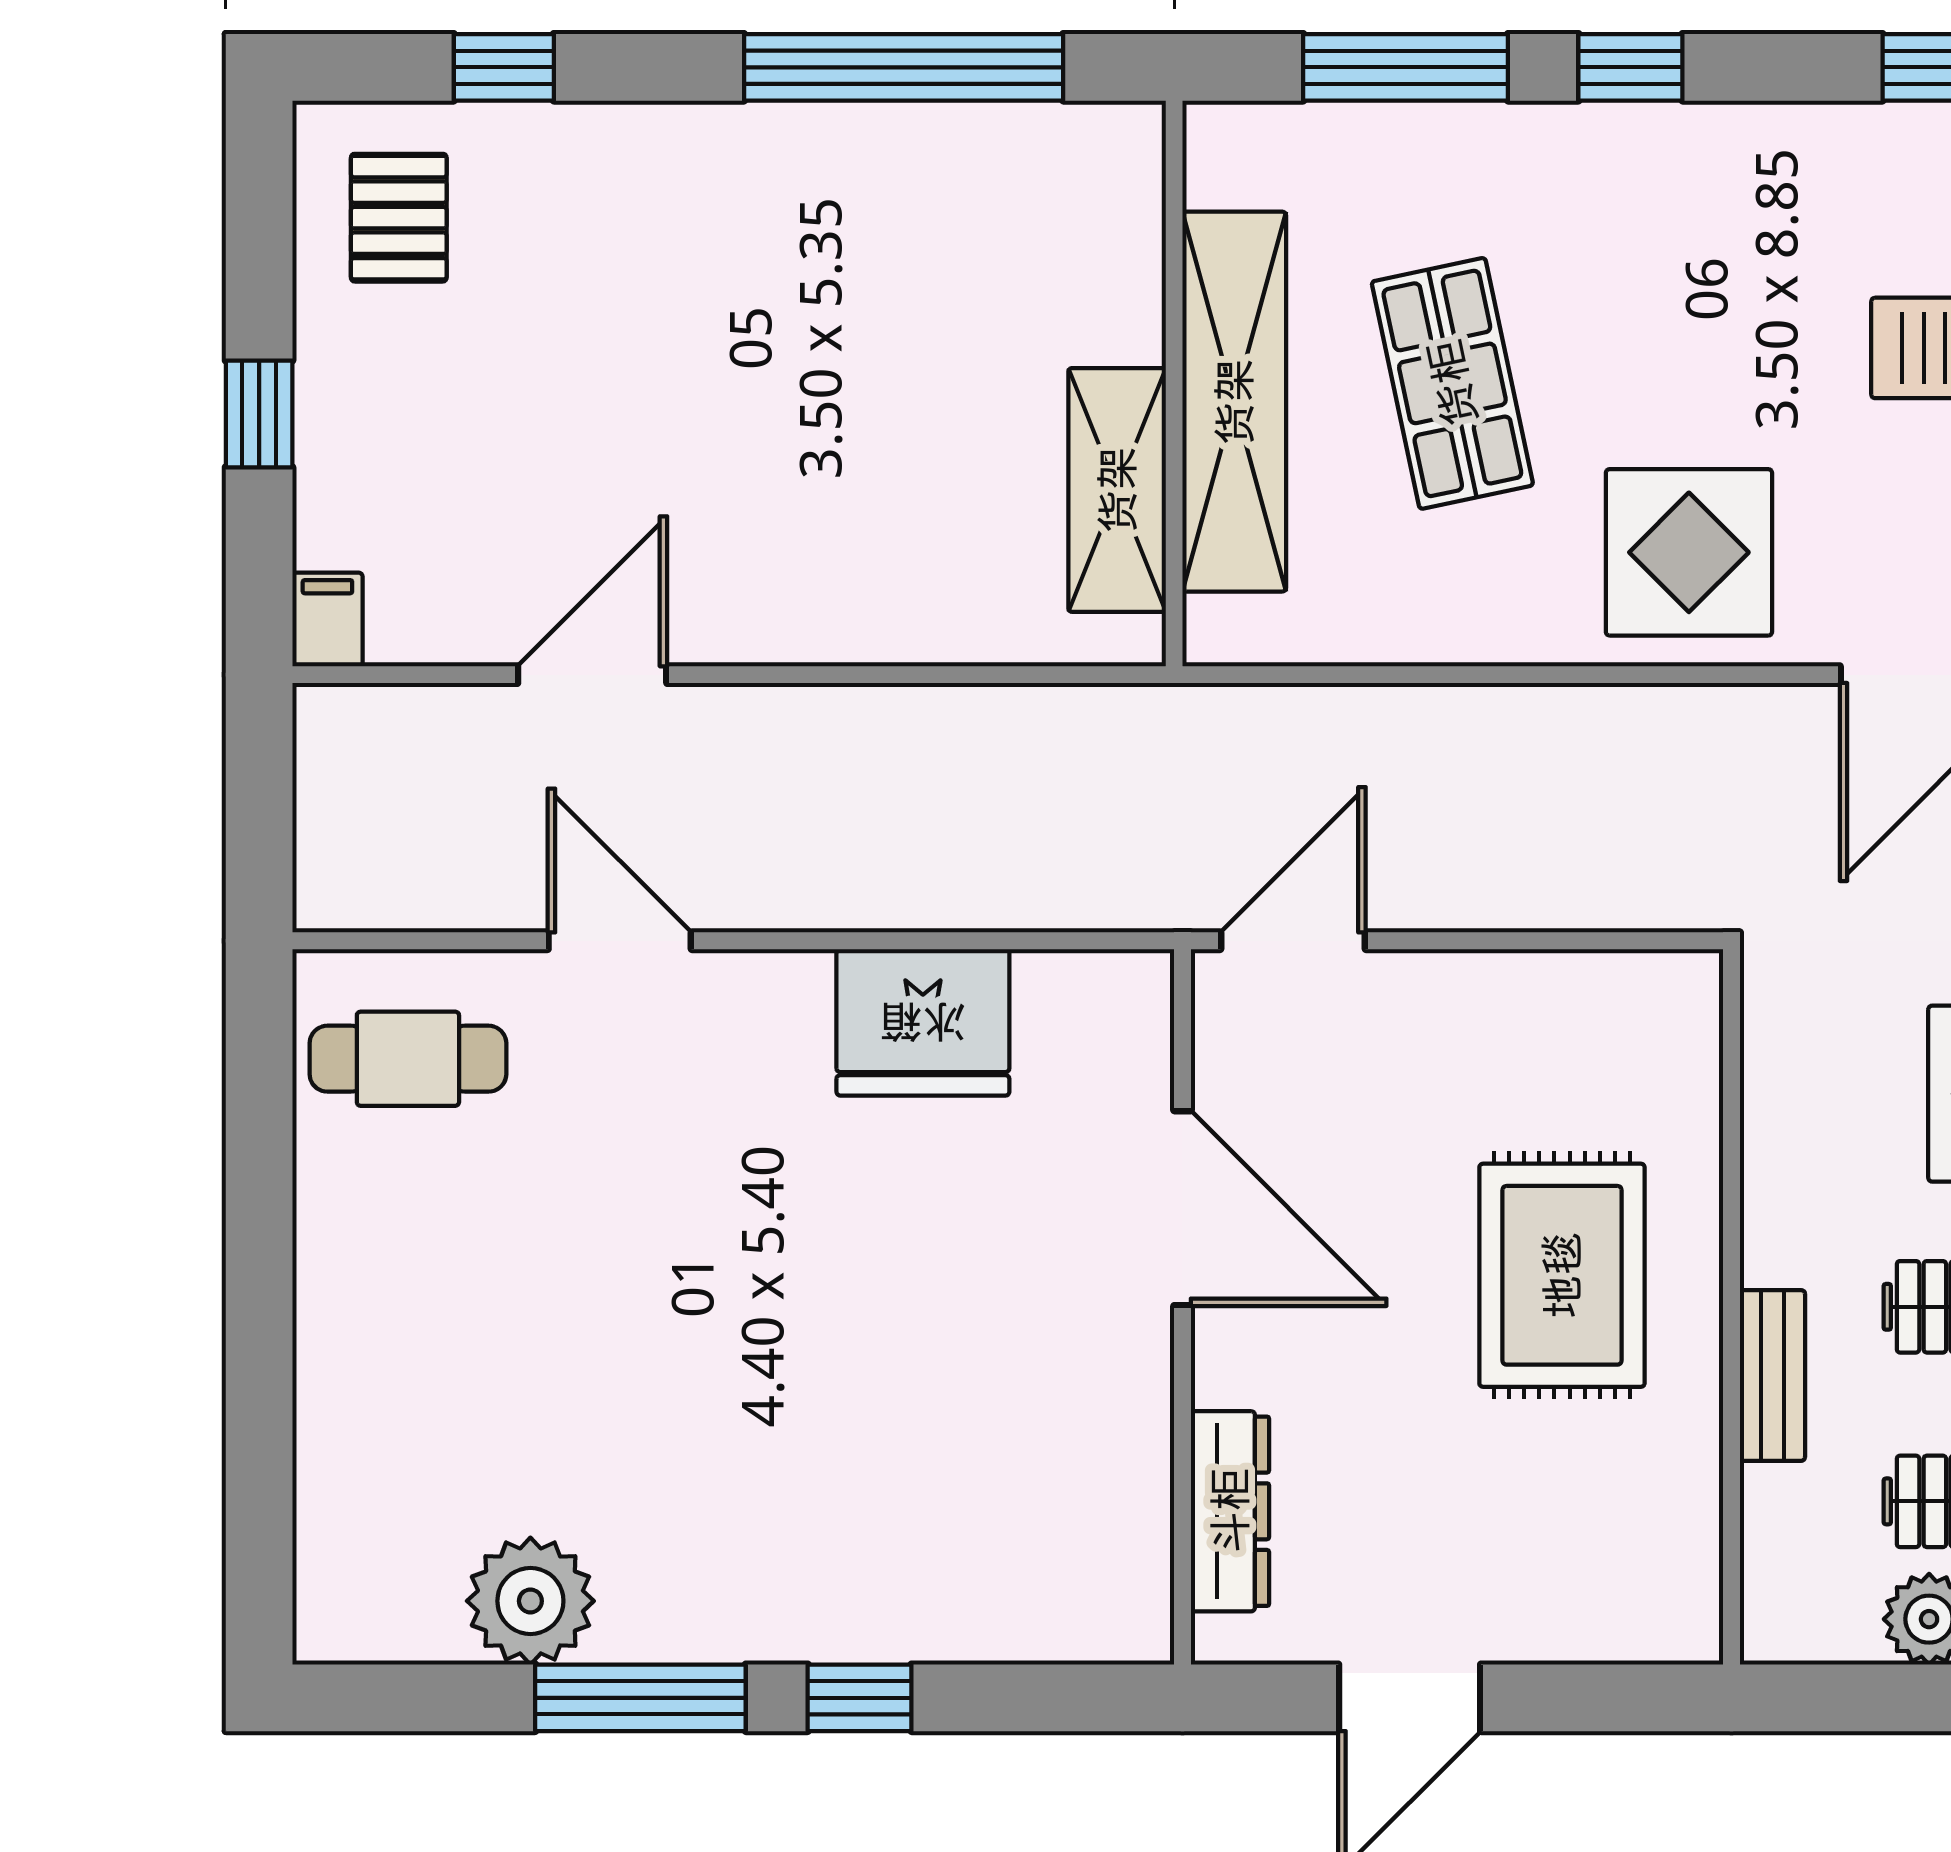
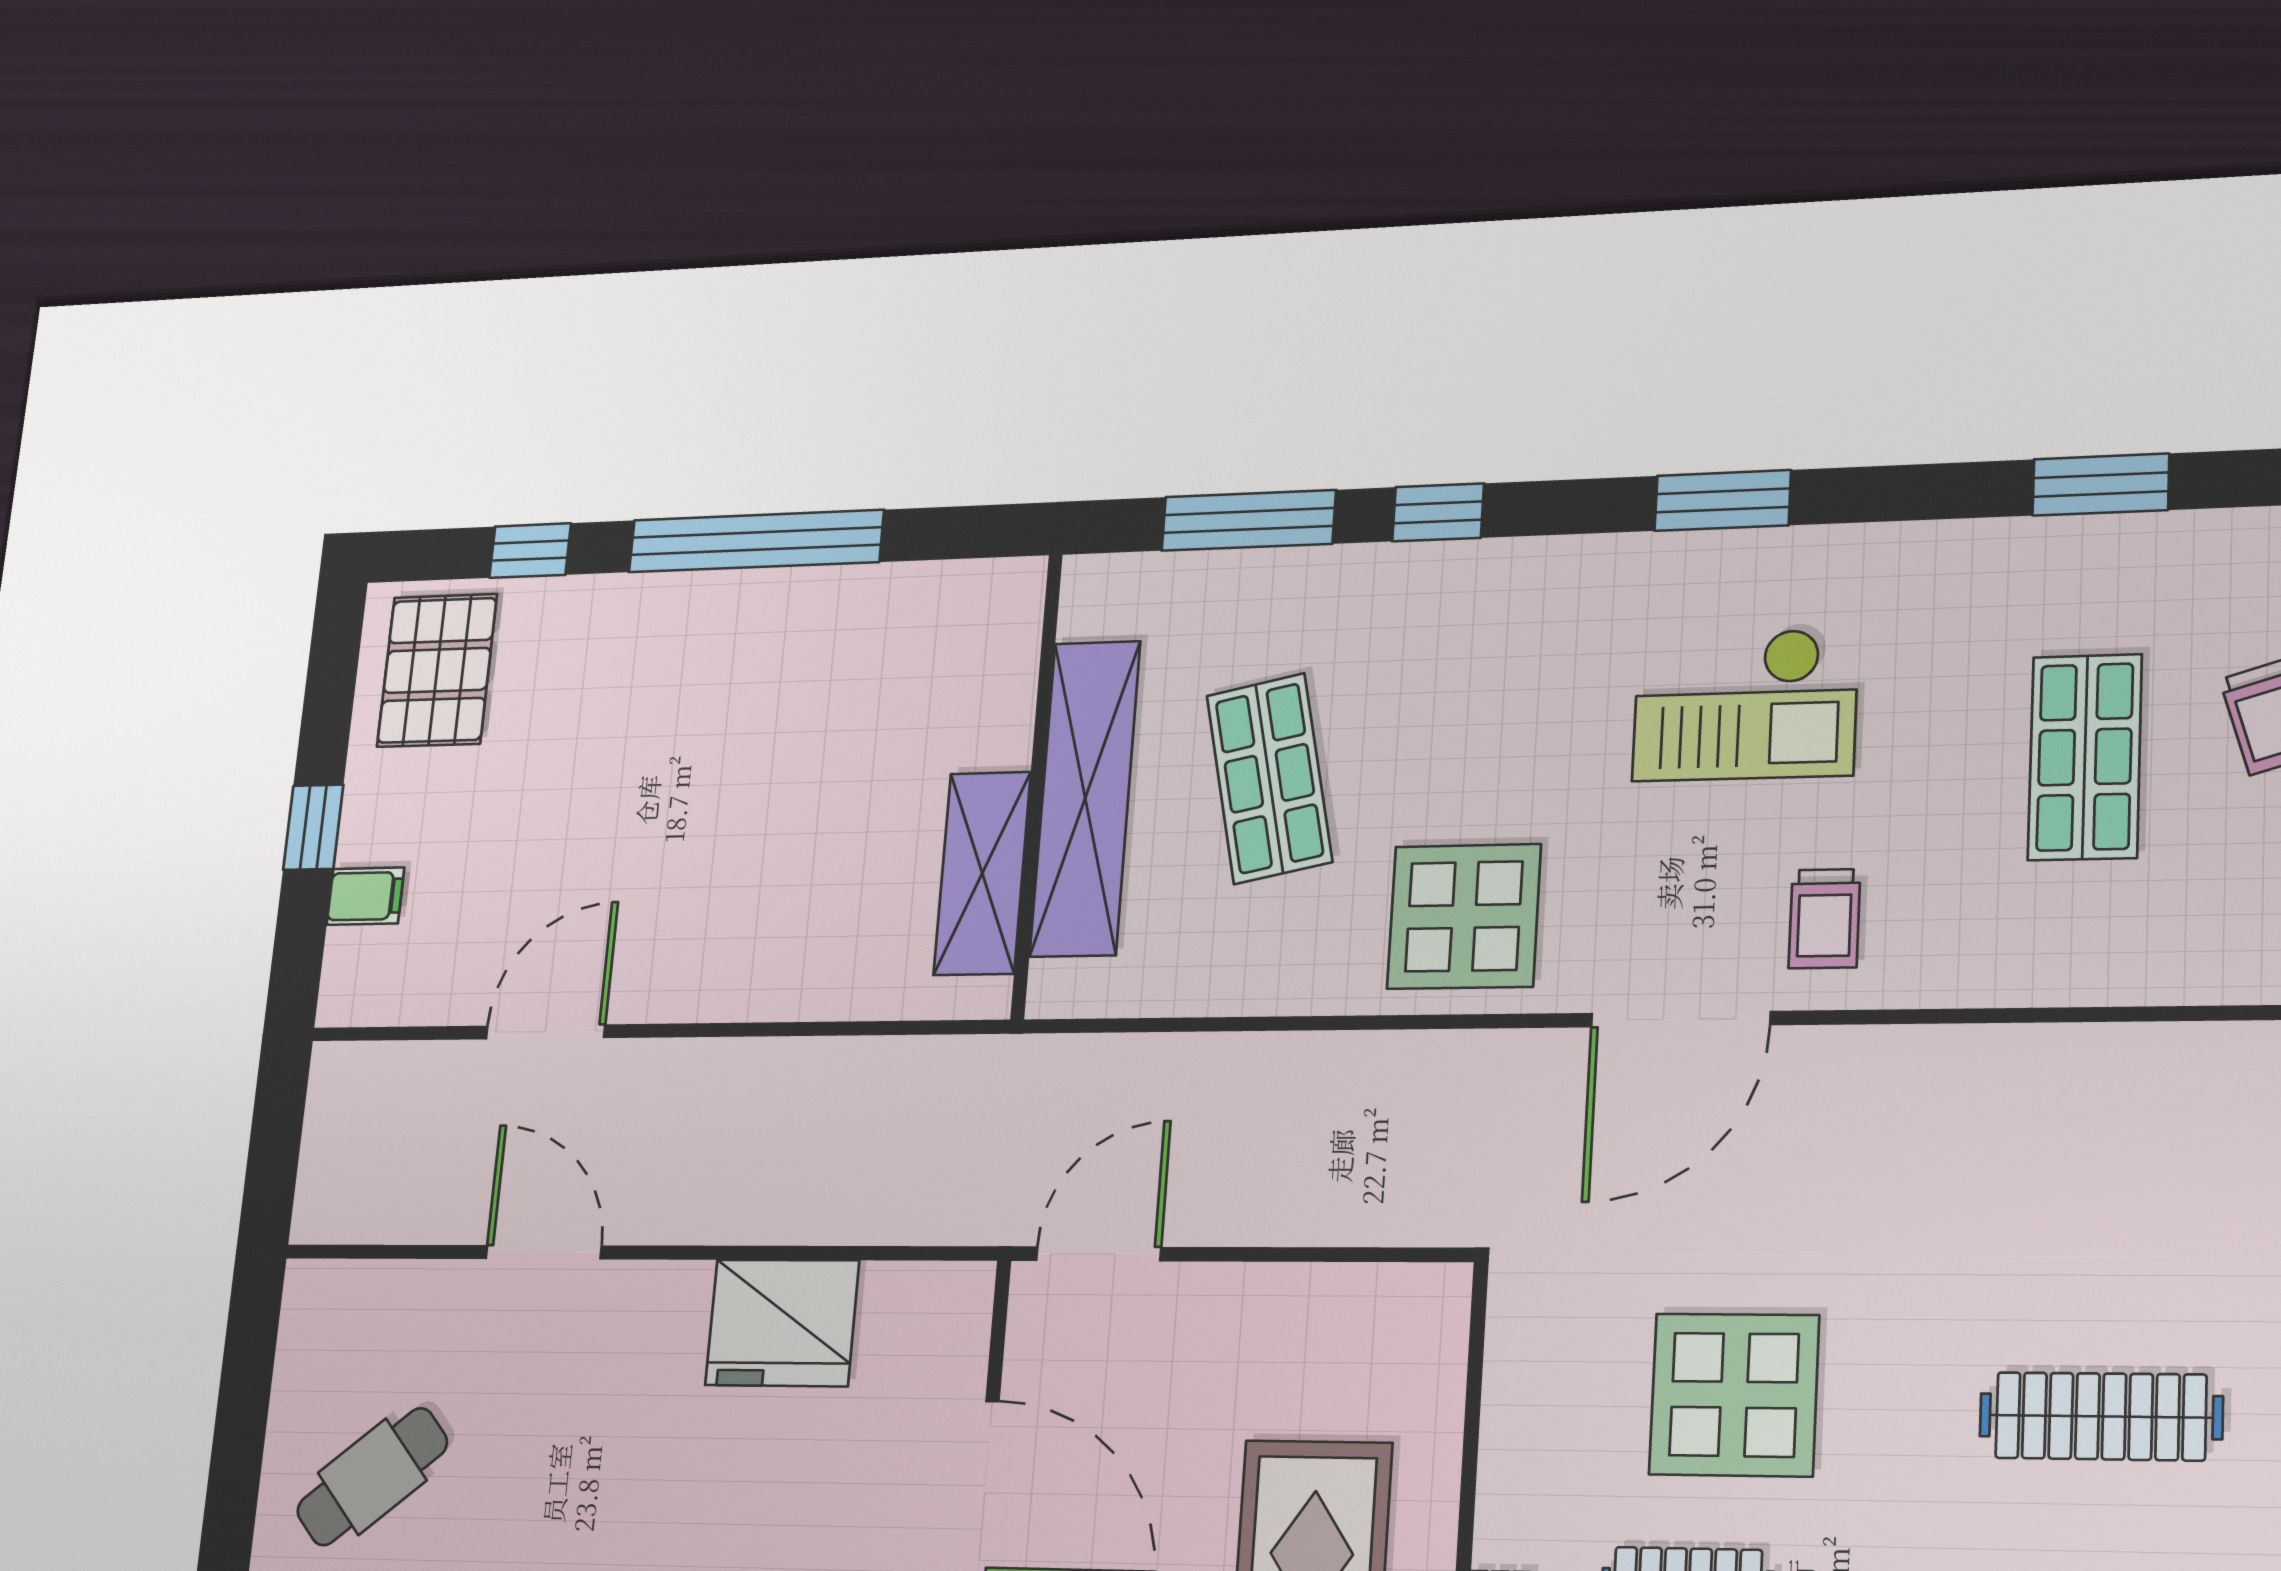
window: (904, 67) -> (756, 541), moved
pallet: (399, 218) -> (437, 670), width x1.50, depth x1.42
filing cabinet: (327, 619) -> (365, 896), moved, turned 90
cafe table: (408, 1059) -> (372, 1477), moved, turned -40

